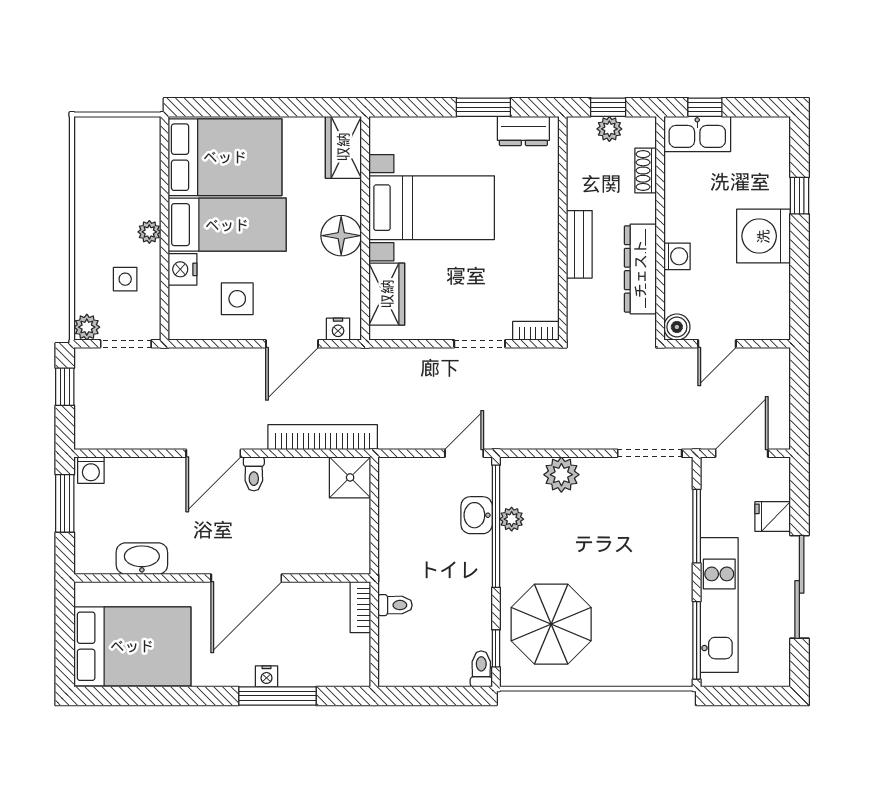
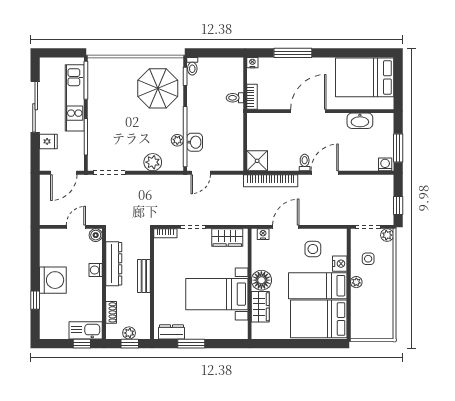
wardrobe: (343, 147) -> (260, 307), moved
wardrobe: (387, 294) -> (227, 237), moved, turned -90
nightstand: (266, 676) -> (252, 63), moved

